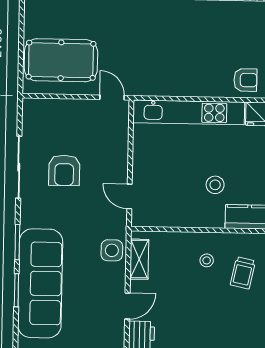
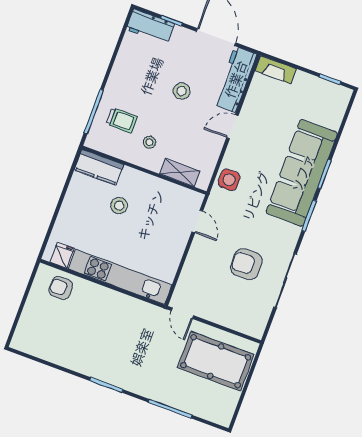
armchair: (64, 170) -> (246, 264), turned -90
shelving: (139, 259) -> (180, 173), moved, turned 90
trolley: (243, 273) -> (122, 120), turned 78
stool: (192, 324) -> (182, 91), added

